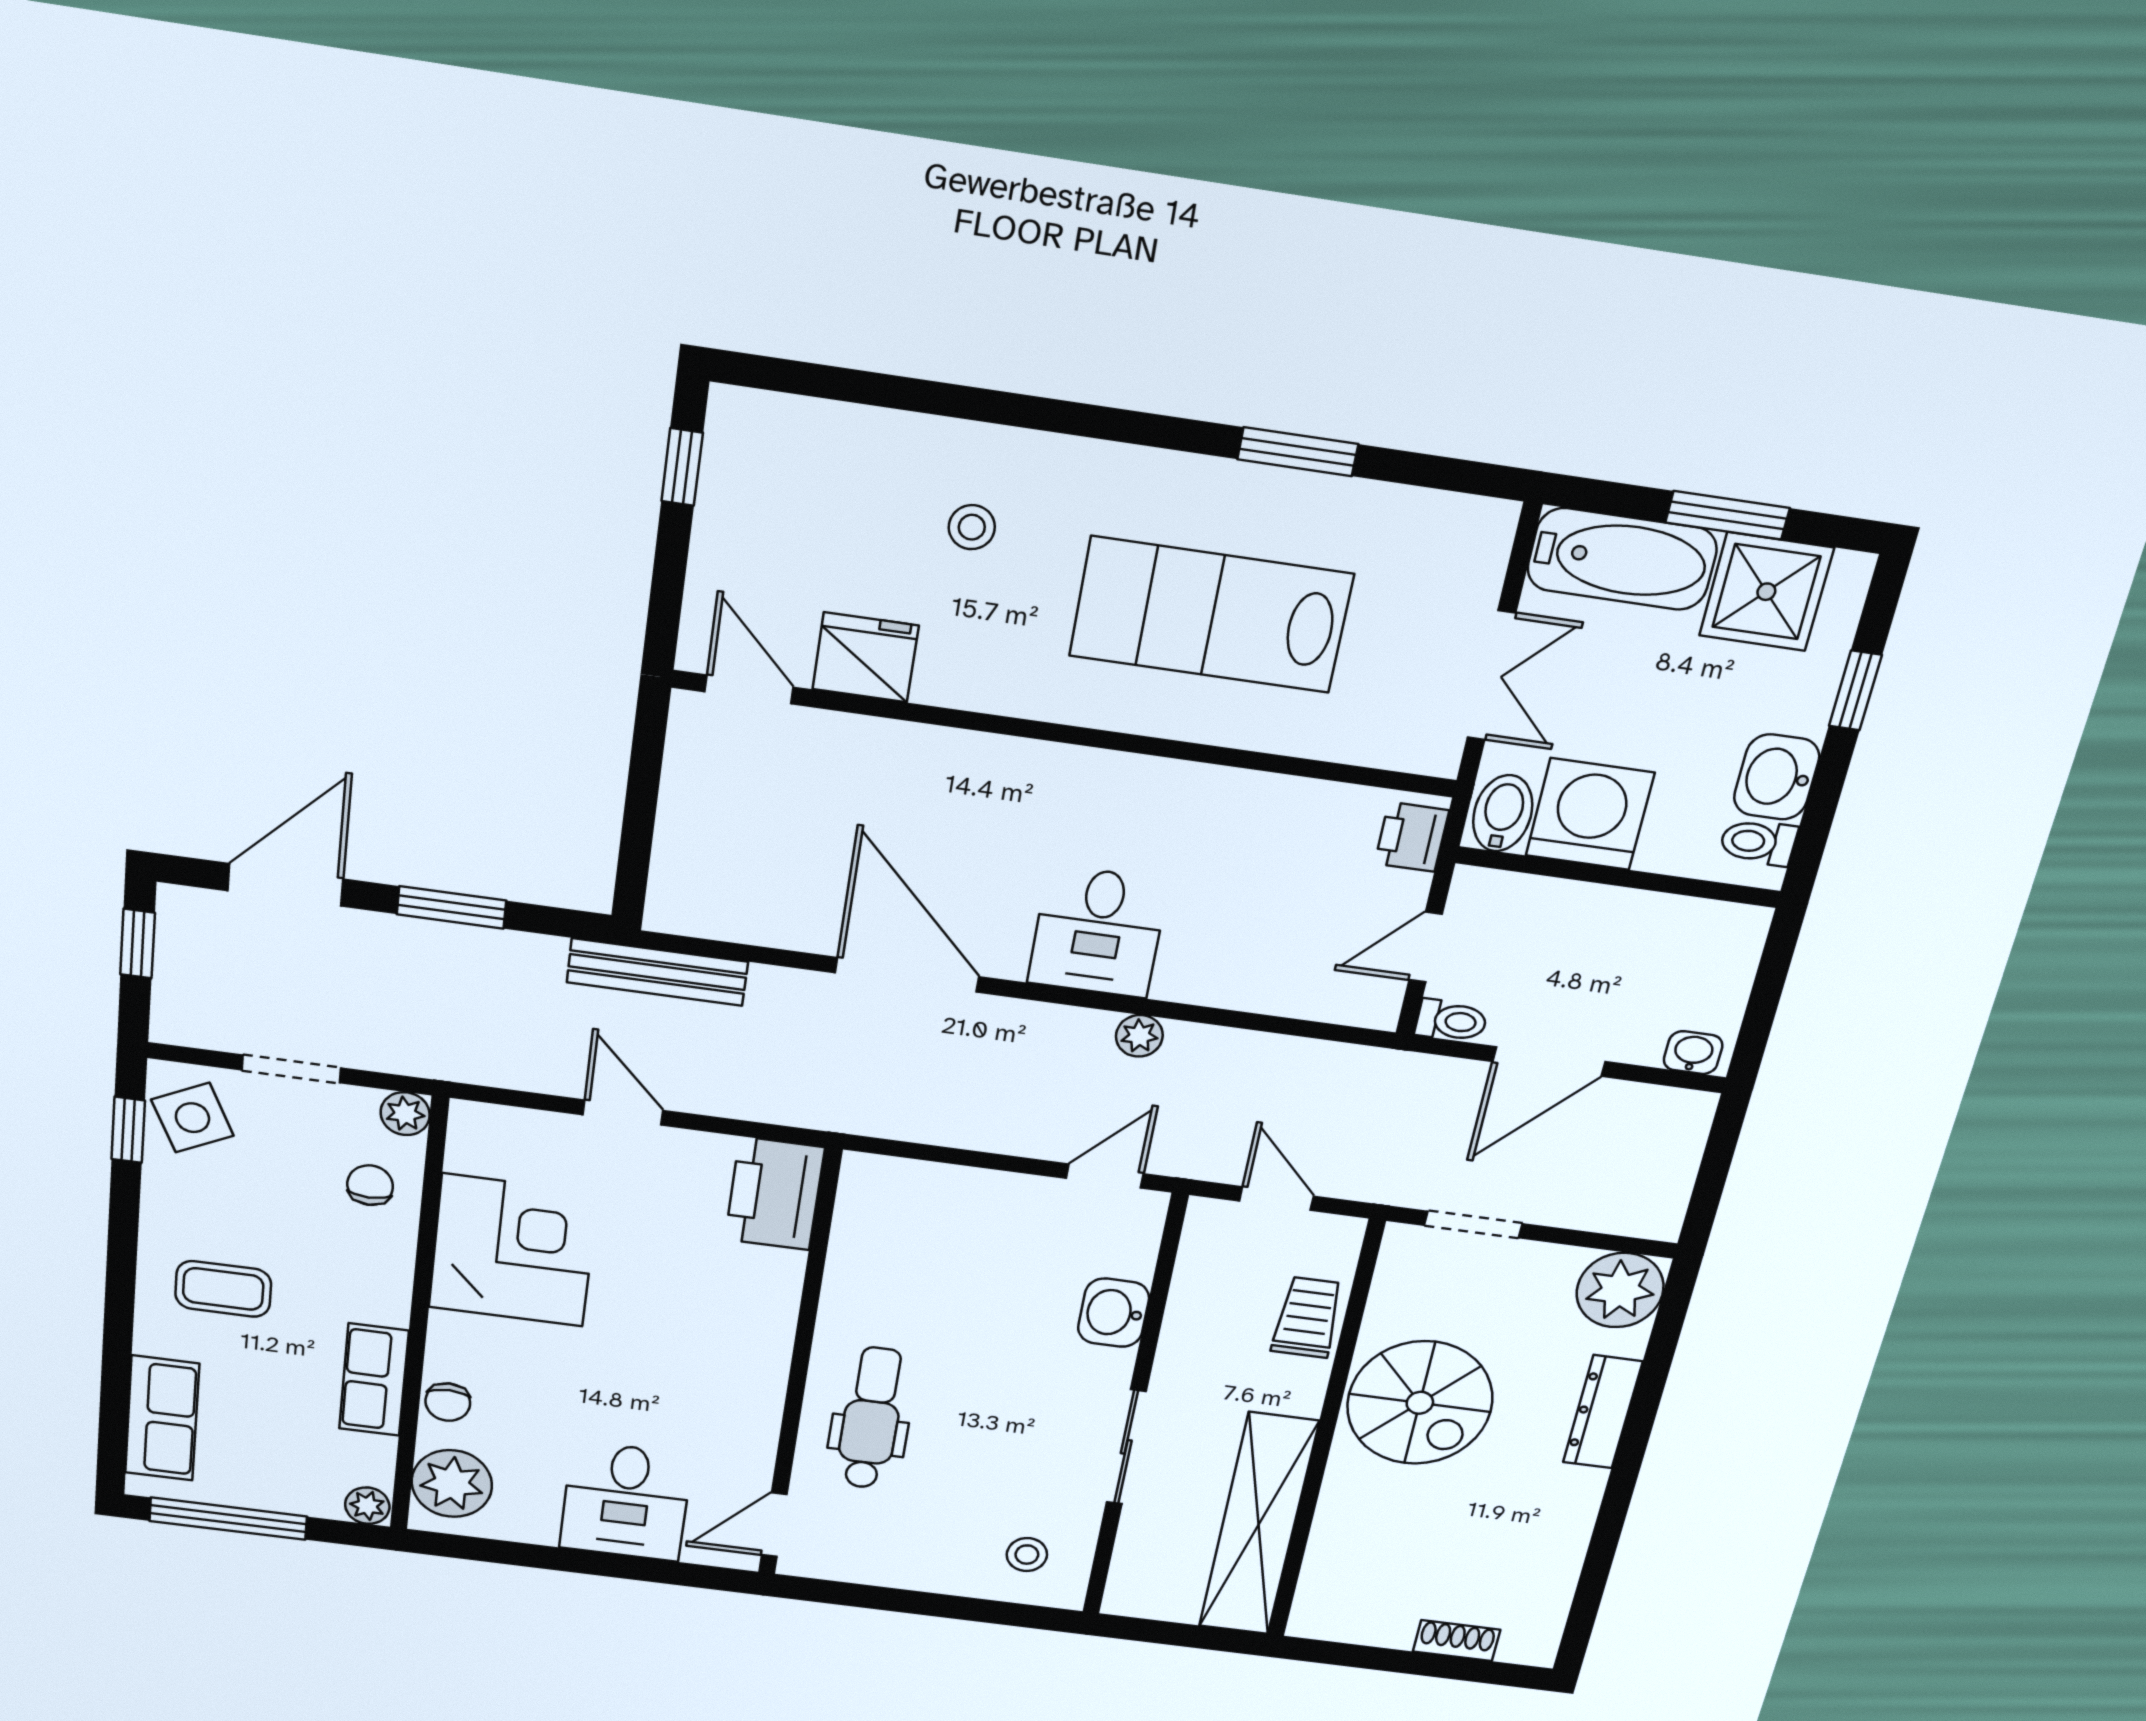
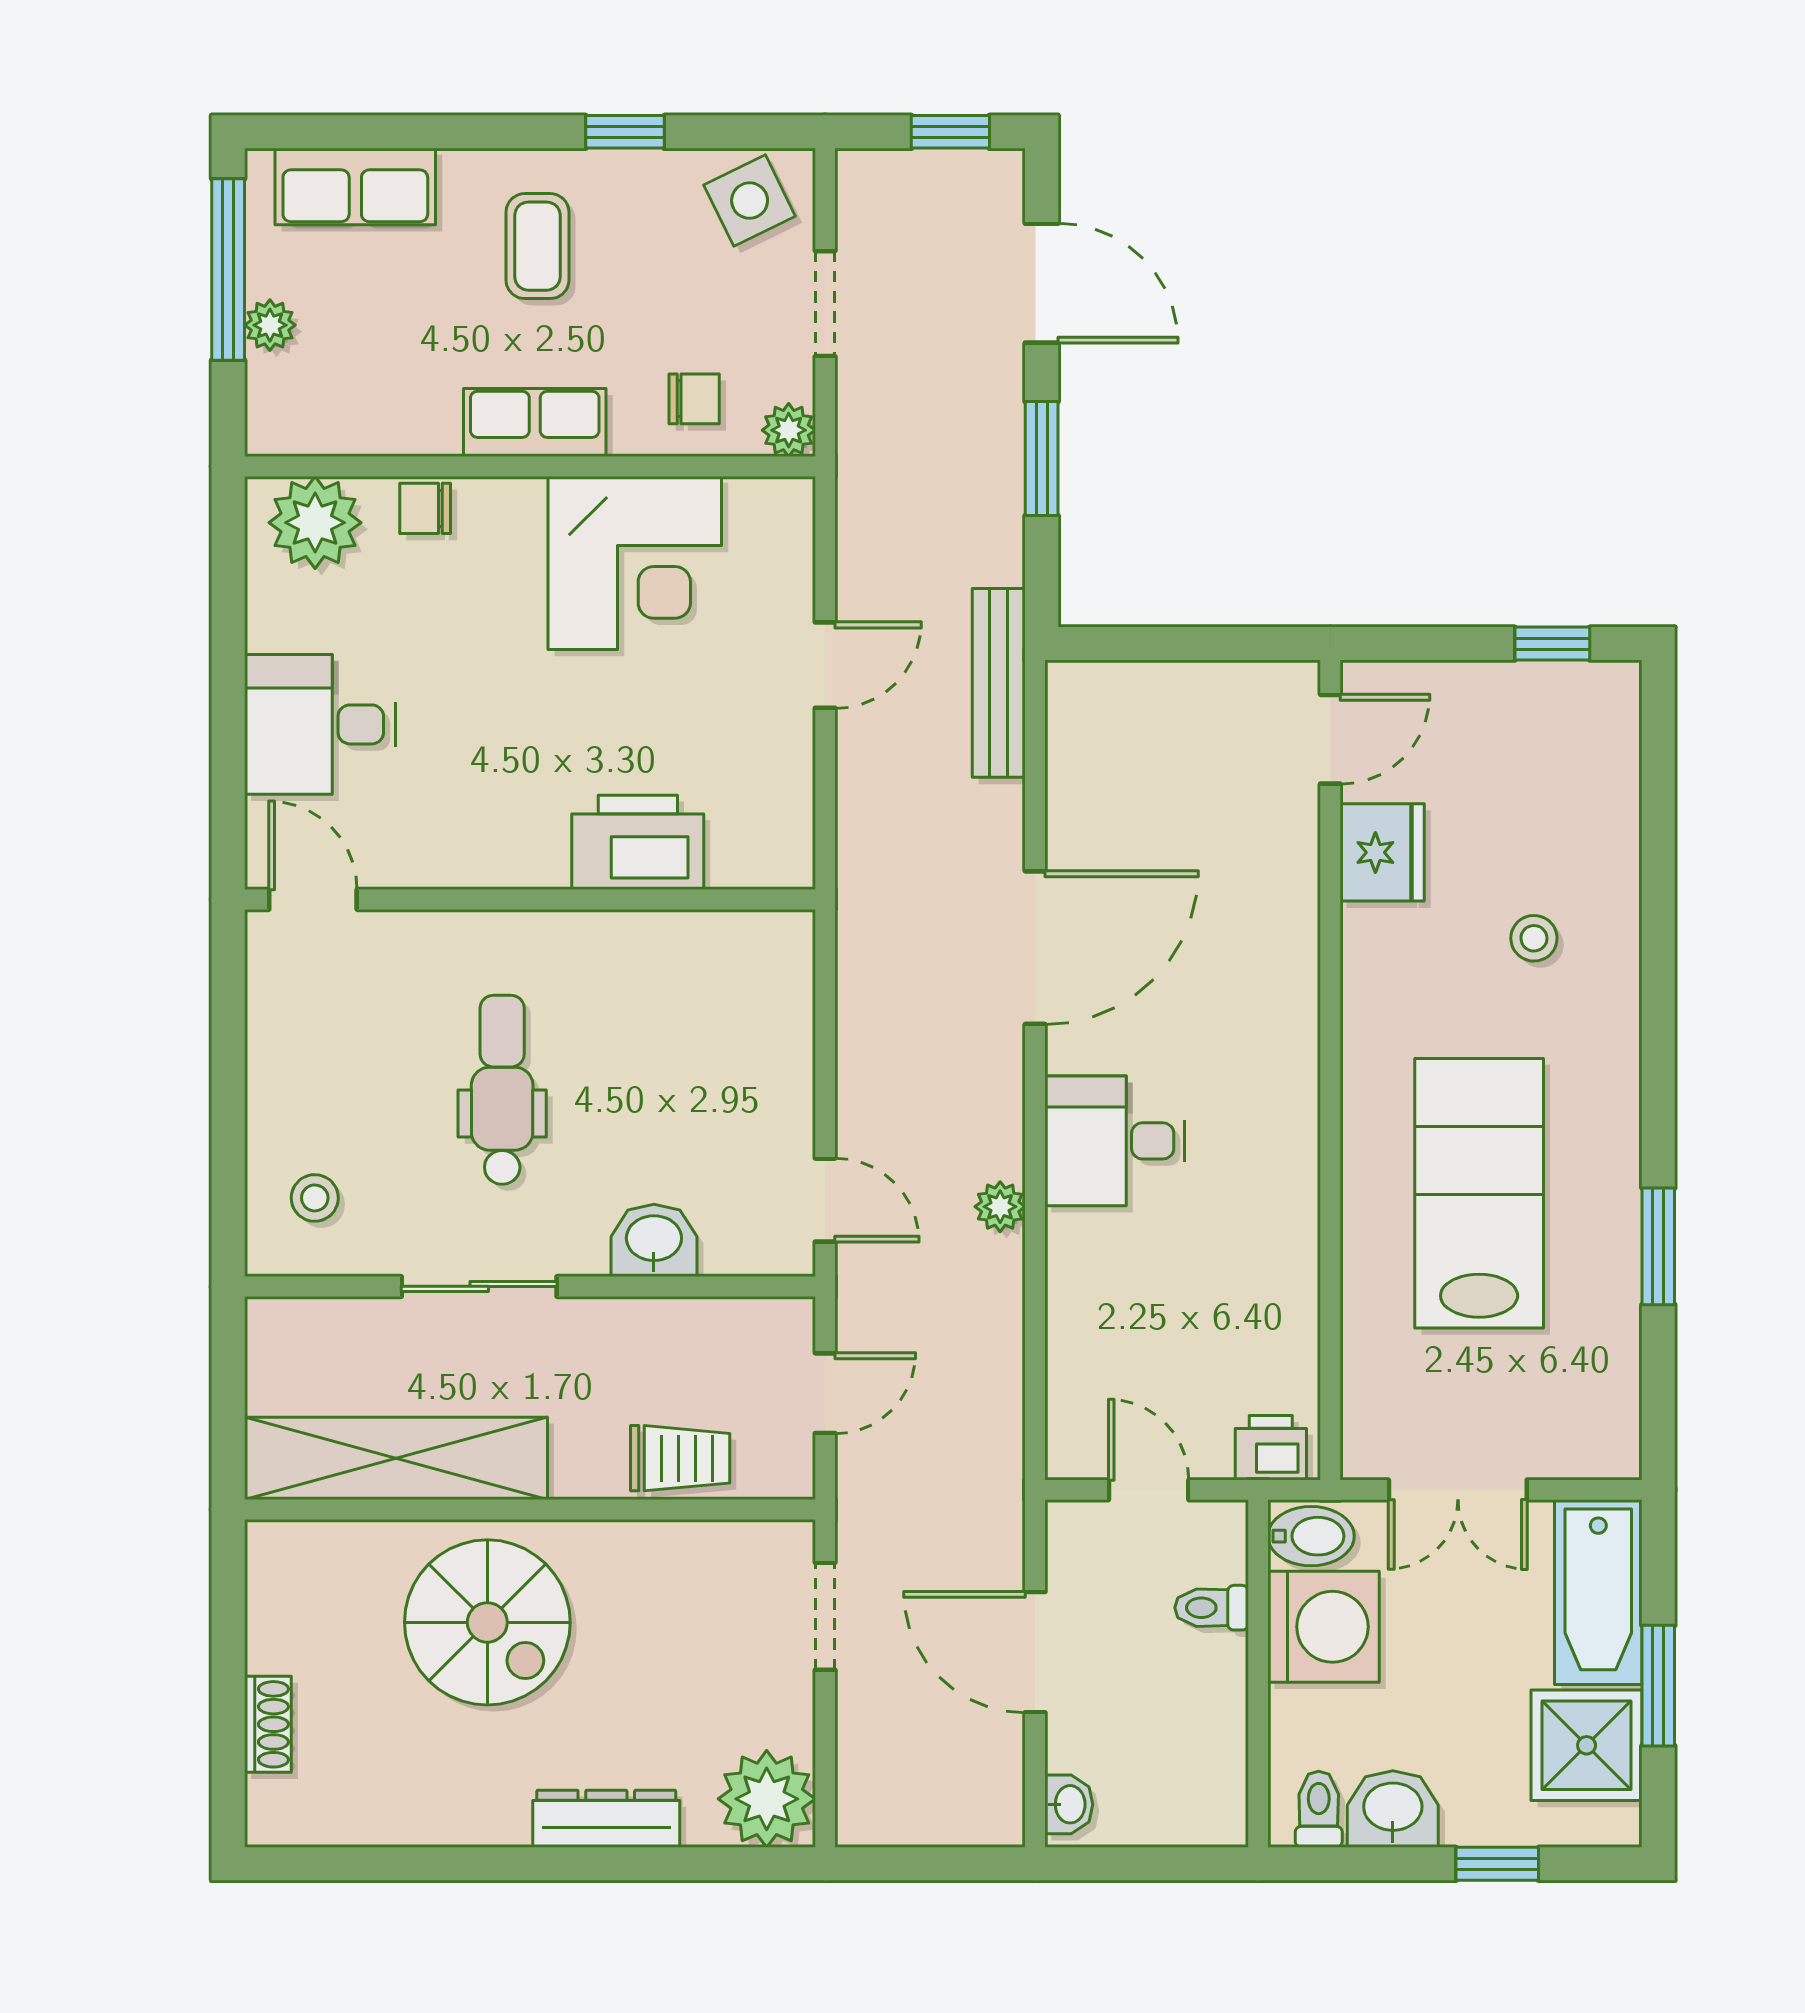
toilet: (1451, 1021) -> (1212, 1608), moved, turned 90
window: (128, 1130) -> (625, 132), moved
printer: (775, 1194) -> (638, 842), moved
row of seats: (374, 1380) -> (535, 423), moved
spiral stairs: (1420, 1403) -> (487, 1622), moved, turned -90
dental chair: (871, 1418) -> (502, 1090), moved, turned -90
plant: (367, 1506) -> (270, 325), moved

